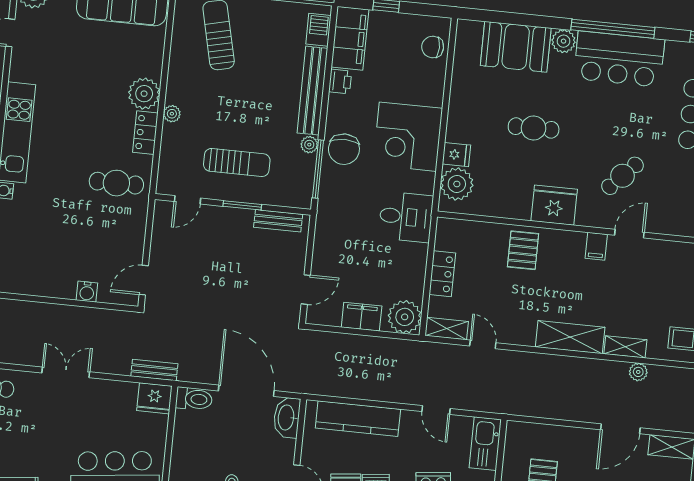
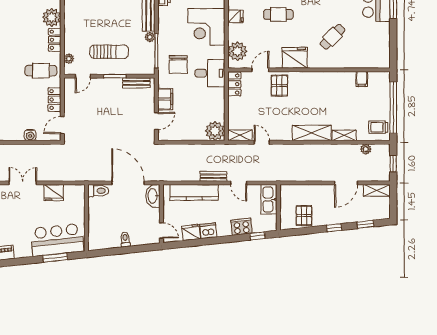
plant: (172, 114) -> (69, 59), moved
chair: (344, 149) -> (178, 64), moved
fridge: (456, 155) -> (235, 16), moved
door: (629, 234) -> (260, 70), moved
locker: (135, 235) -> (54, 100), added
filing cabinet: (596, 246) -> (362, 79), moved
locker: (442, 274) -> (234, 84), moved
filing cabinet: (362, 317) -> (165, 99), moved, turned 90
bench: (154, 370) -> (213, 176), moved
plant: (638, 372) -> (366, 149), moved
fridge: (154, 398) -> (54, 193), moved

